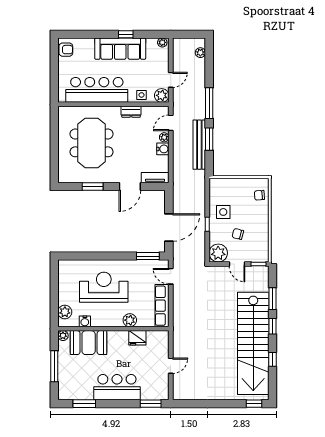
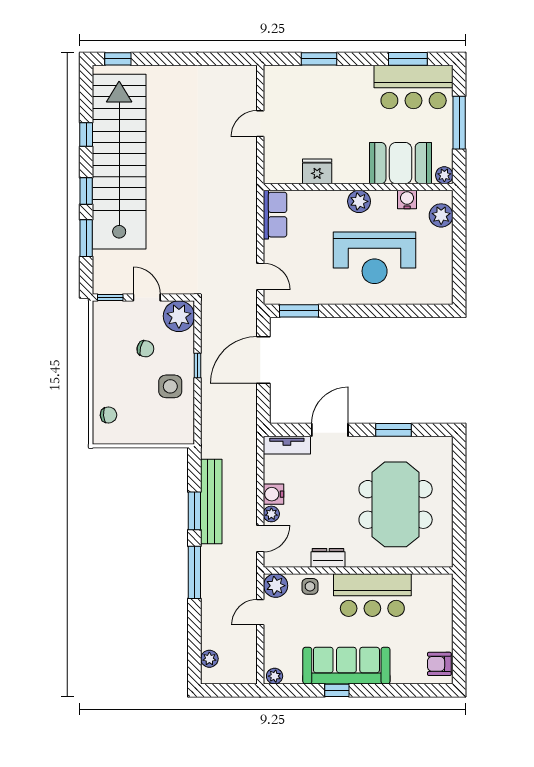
bar counter: (97, 90) -> (372, 595), width x0.73
row of seats: (162, 306) -> (275, 215), width x0.68
plant: (130, 320) -> (359, 201), moved
bar counter: (117, 387) -> (414, 87), moved
window: (151, 404) -> (319, 59), moved

